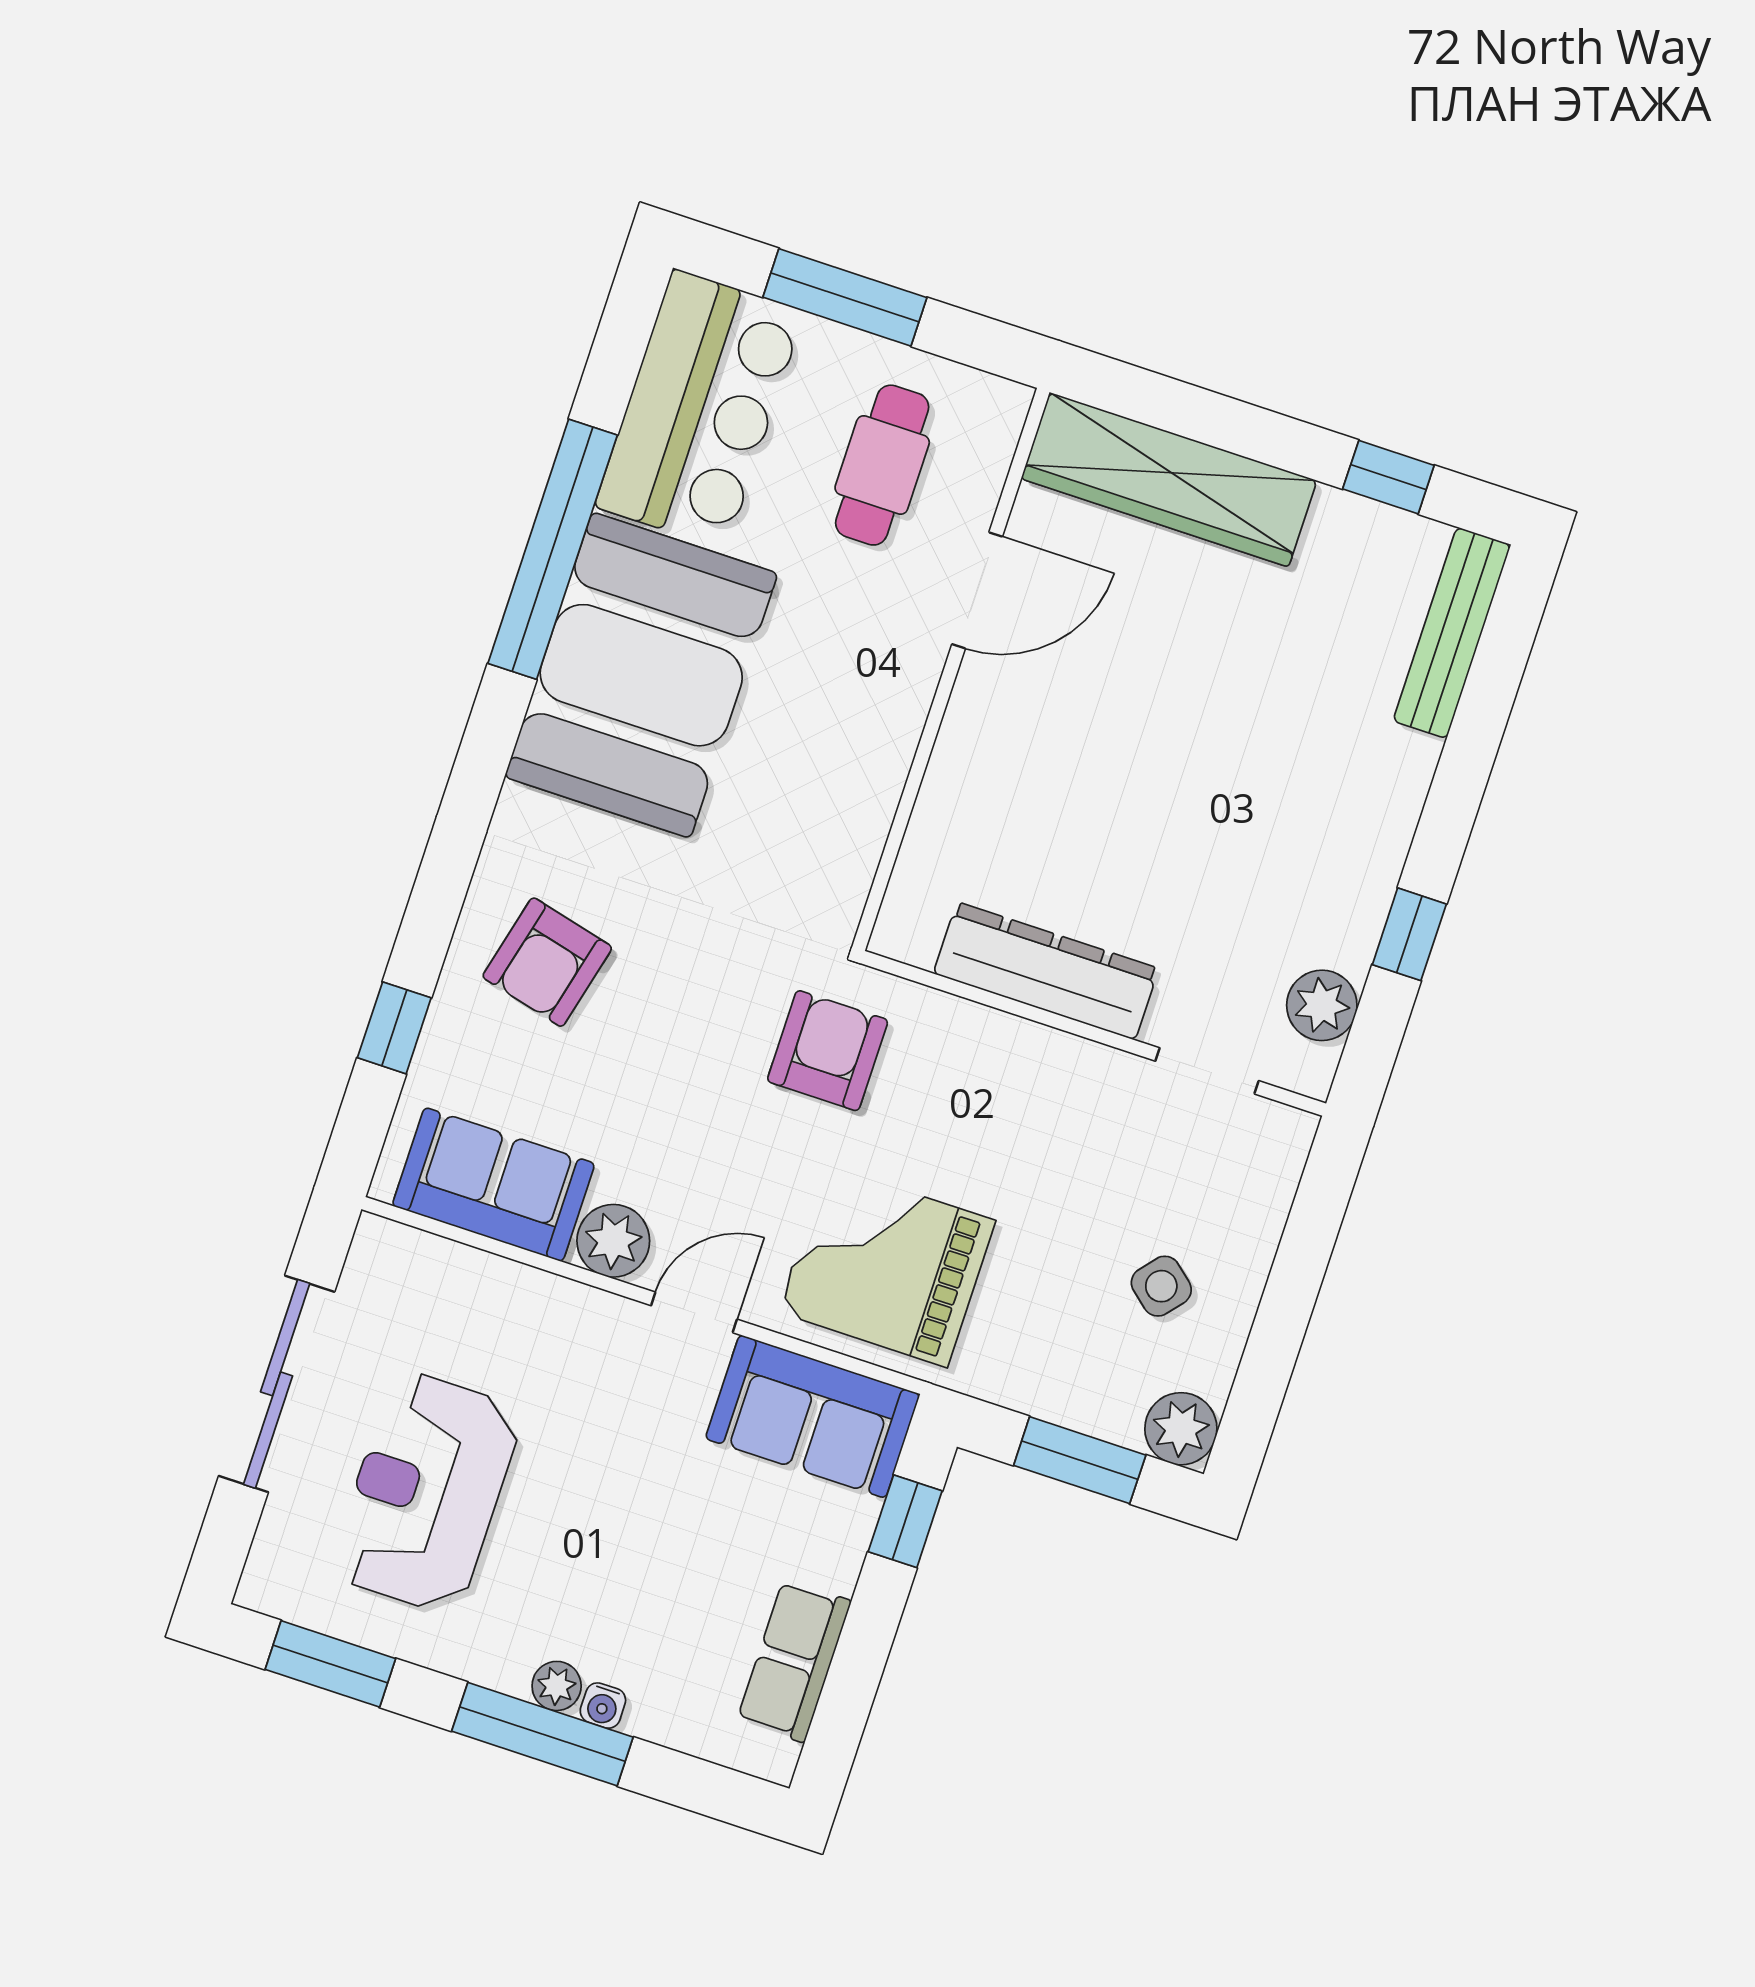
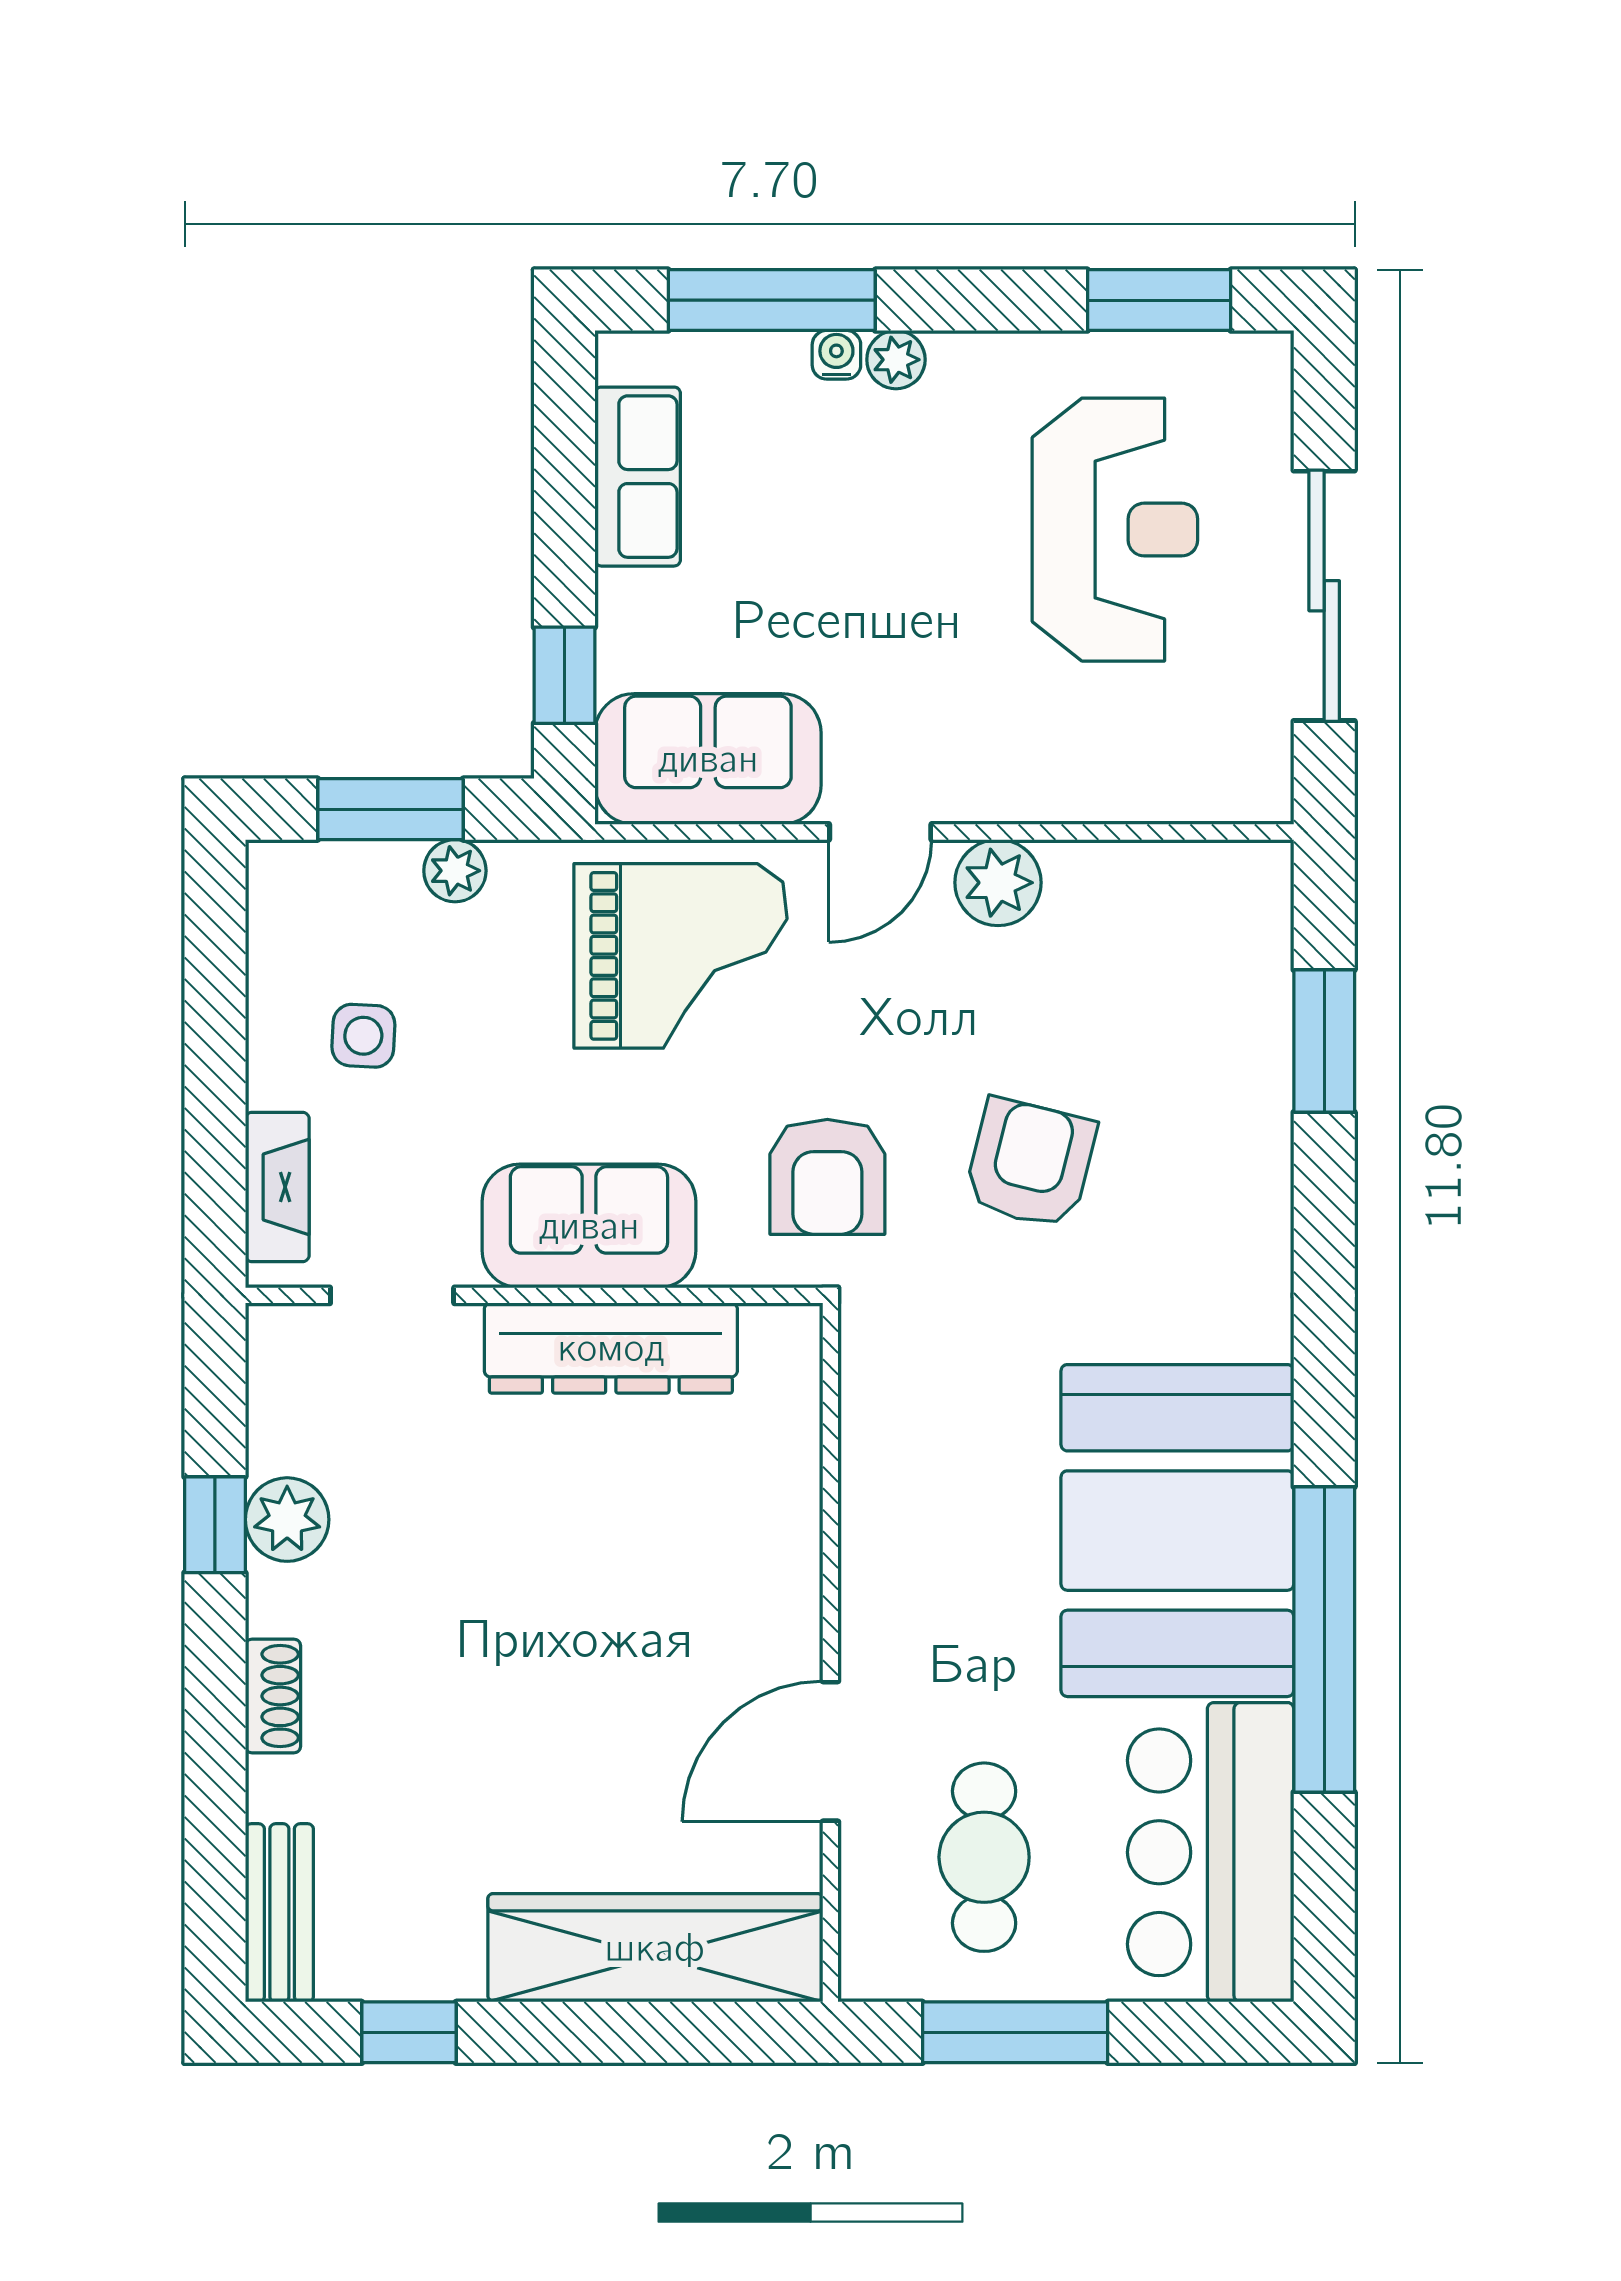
window: (845, 297) -> (1015, 2032), moved
bench: (1452, 633) -> (279, 1913), width x0.73
shoe rack: (1408, 782) -> (273, 1696), added
armchair: (547, 962) -> (1030, 1163), moved
plant: (1322, 1005) -> (287, 1520), moved
window: (394, 1028) -> (1324, 1041), width x1.50
sofa: (493, 1185) -> (589, 1226), moved, turned 180
fireplace: (1270, 1188) -> (277, 1187), added
side table: (1161, 1286) -> (363, 1036), turned -37
plant: (1181, 1429) -> (455, 871), moved, width x0.73, depth x0.73
window: (542, 1734) -> (772, 300), moved

